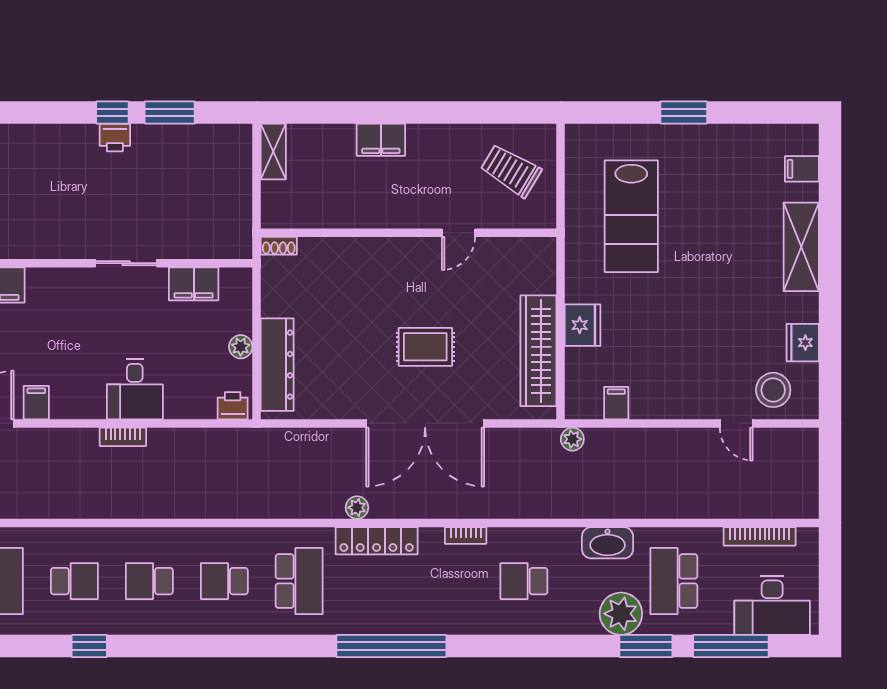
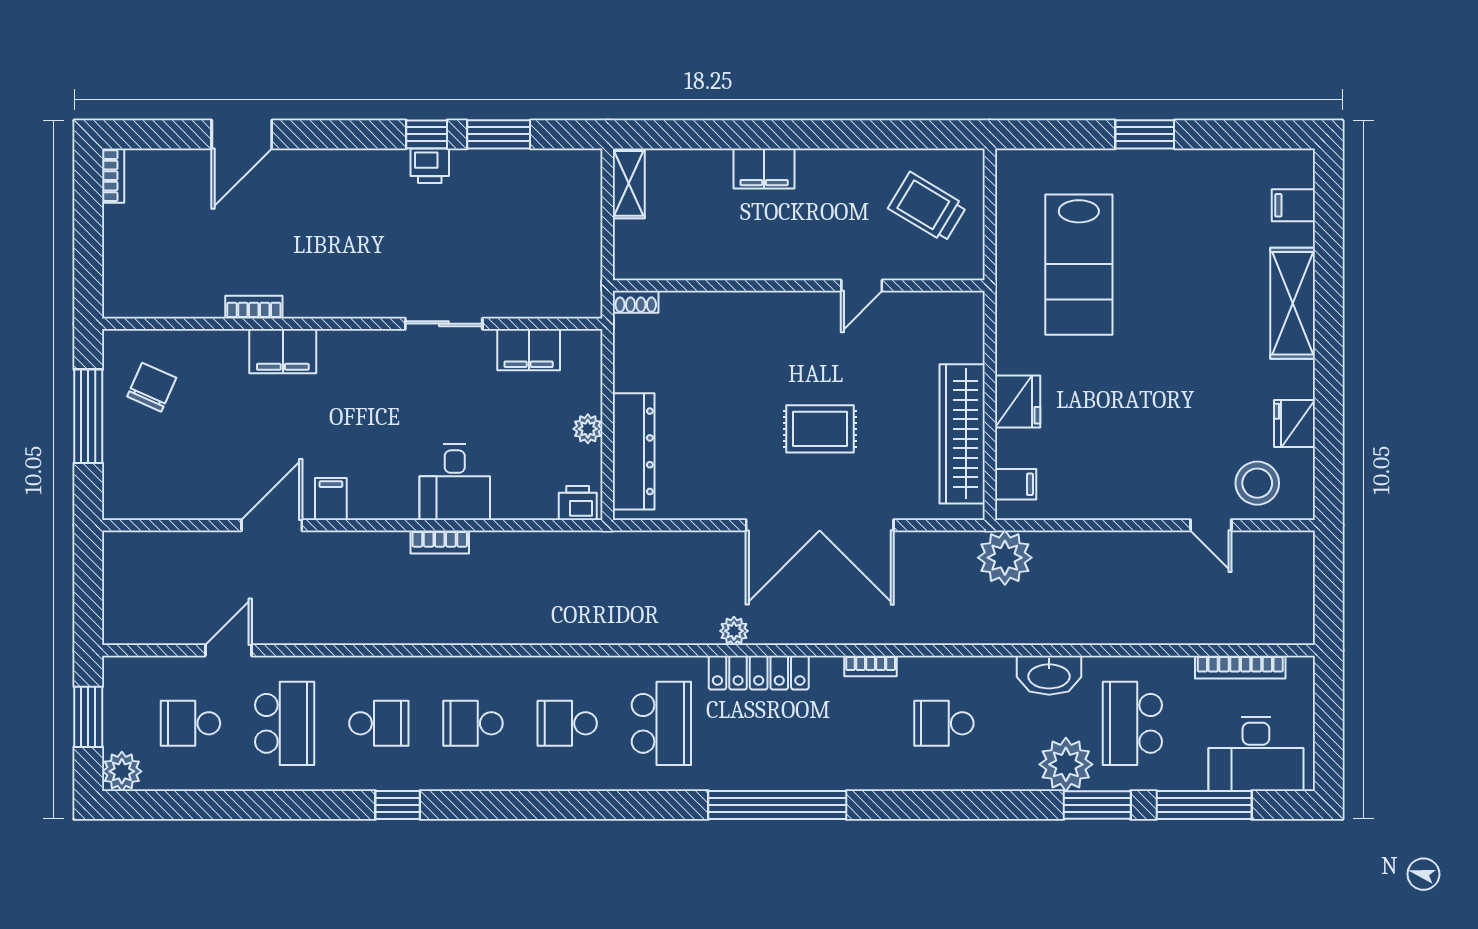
filing cabinet: (616, 403) -> (1016, 484), moved, turned 90
plant: (572, 439) -> (1005, 558), width x1.88, depth x1.88

